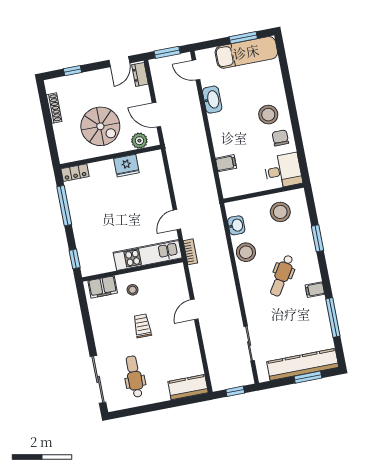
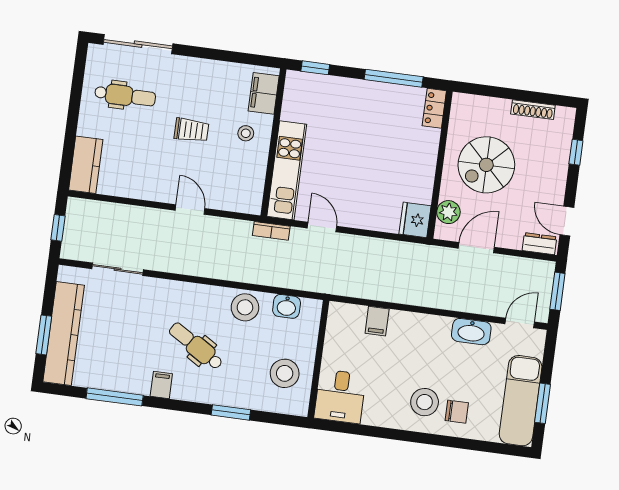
chair: (280, 138) -> (457, 412), moved
fridge: (126, 166) -> (415, 220), moved

